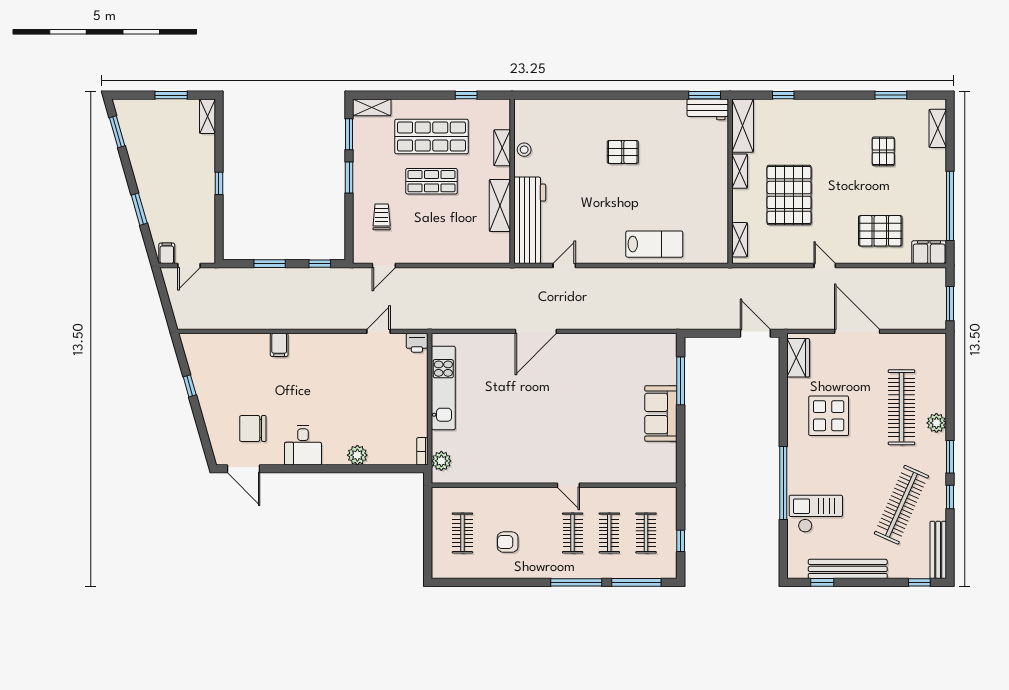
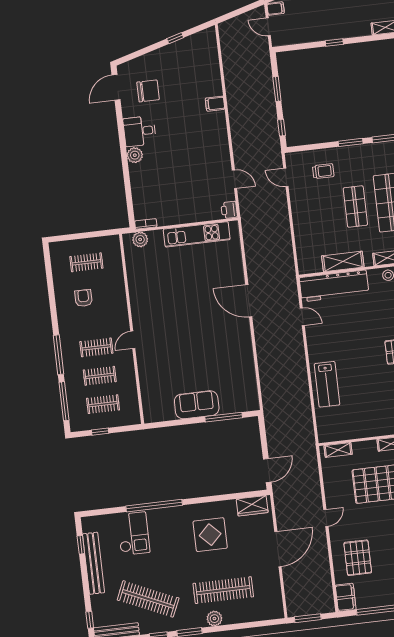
chair: (253, 428) -> (148, 91), turned 90
plant: (357, 455) -> (135, 155), moved

